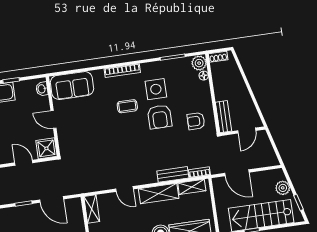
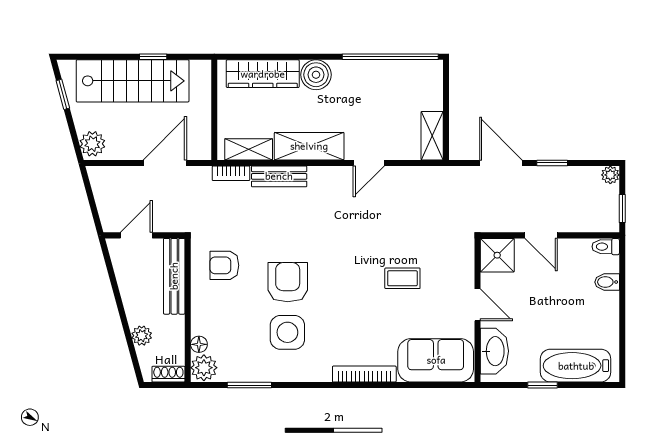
bookcase: (122, 71) -> (364, 374), moved
plant: (236, 76) -> (142, 336), added
washbasin: (42, 89) -> (494, 351), width x1.91, depth x1.45
coffee table: (127, 106) -> (402, 278), moved
bench: (223, 117) -> (174, 276), width x1.36
armchair: (196, 121) -> (224, 265), turned 180
door: (237, 173) -> (165, 163), hinge flipped
plant: (283, 188) -> (92, 144), moved
door: (125, 189) -> (369, 163), swing flipped

